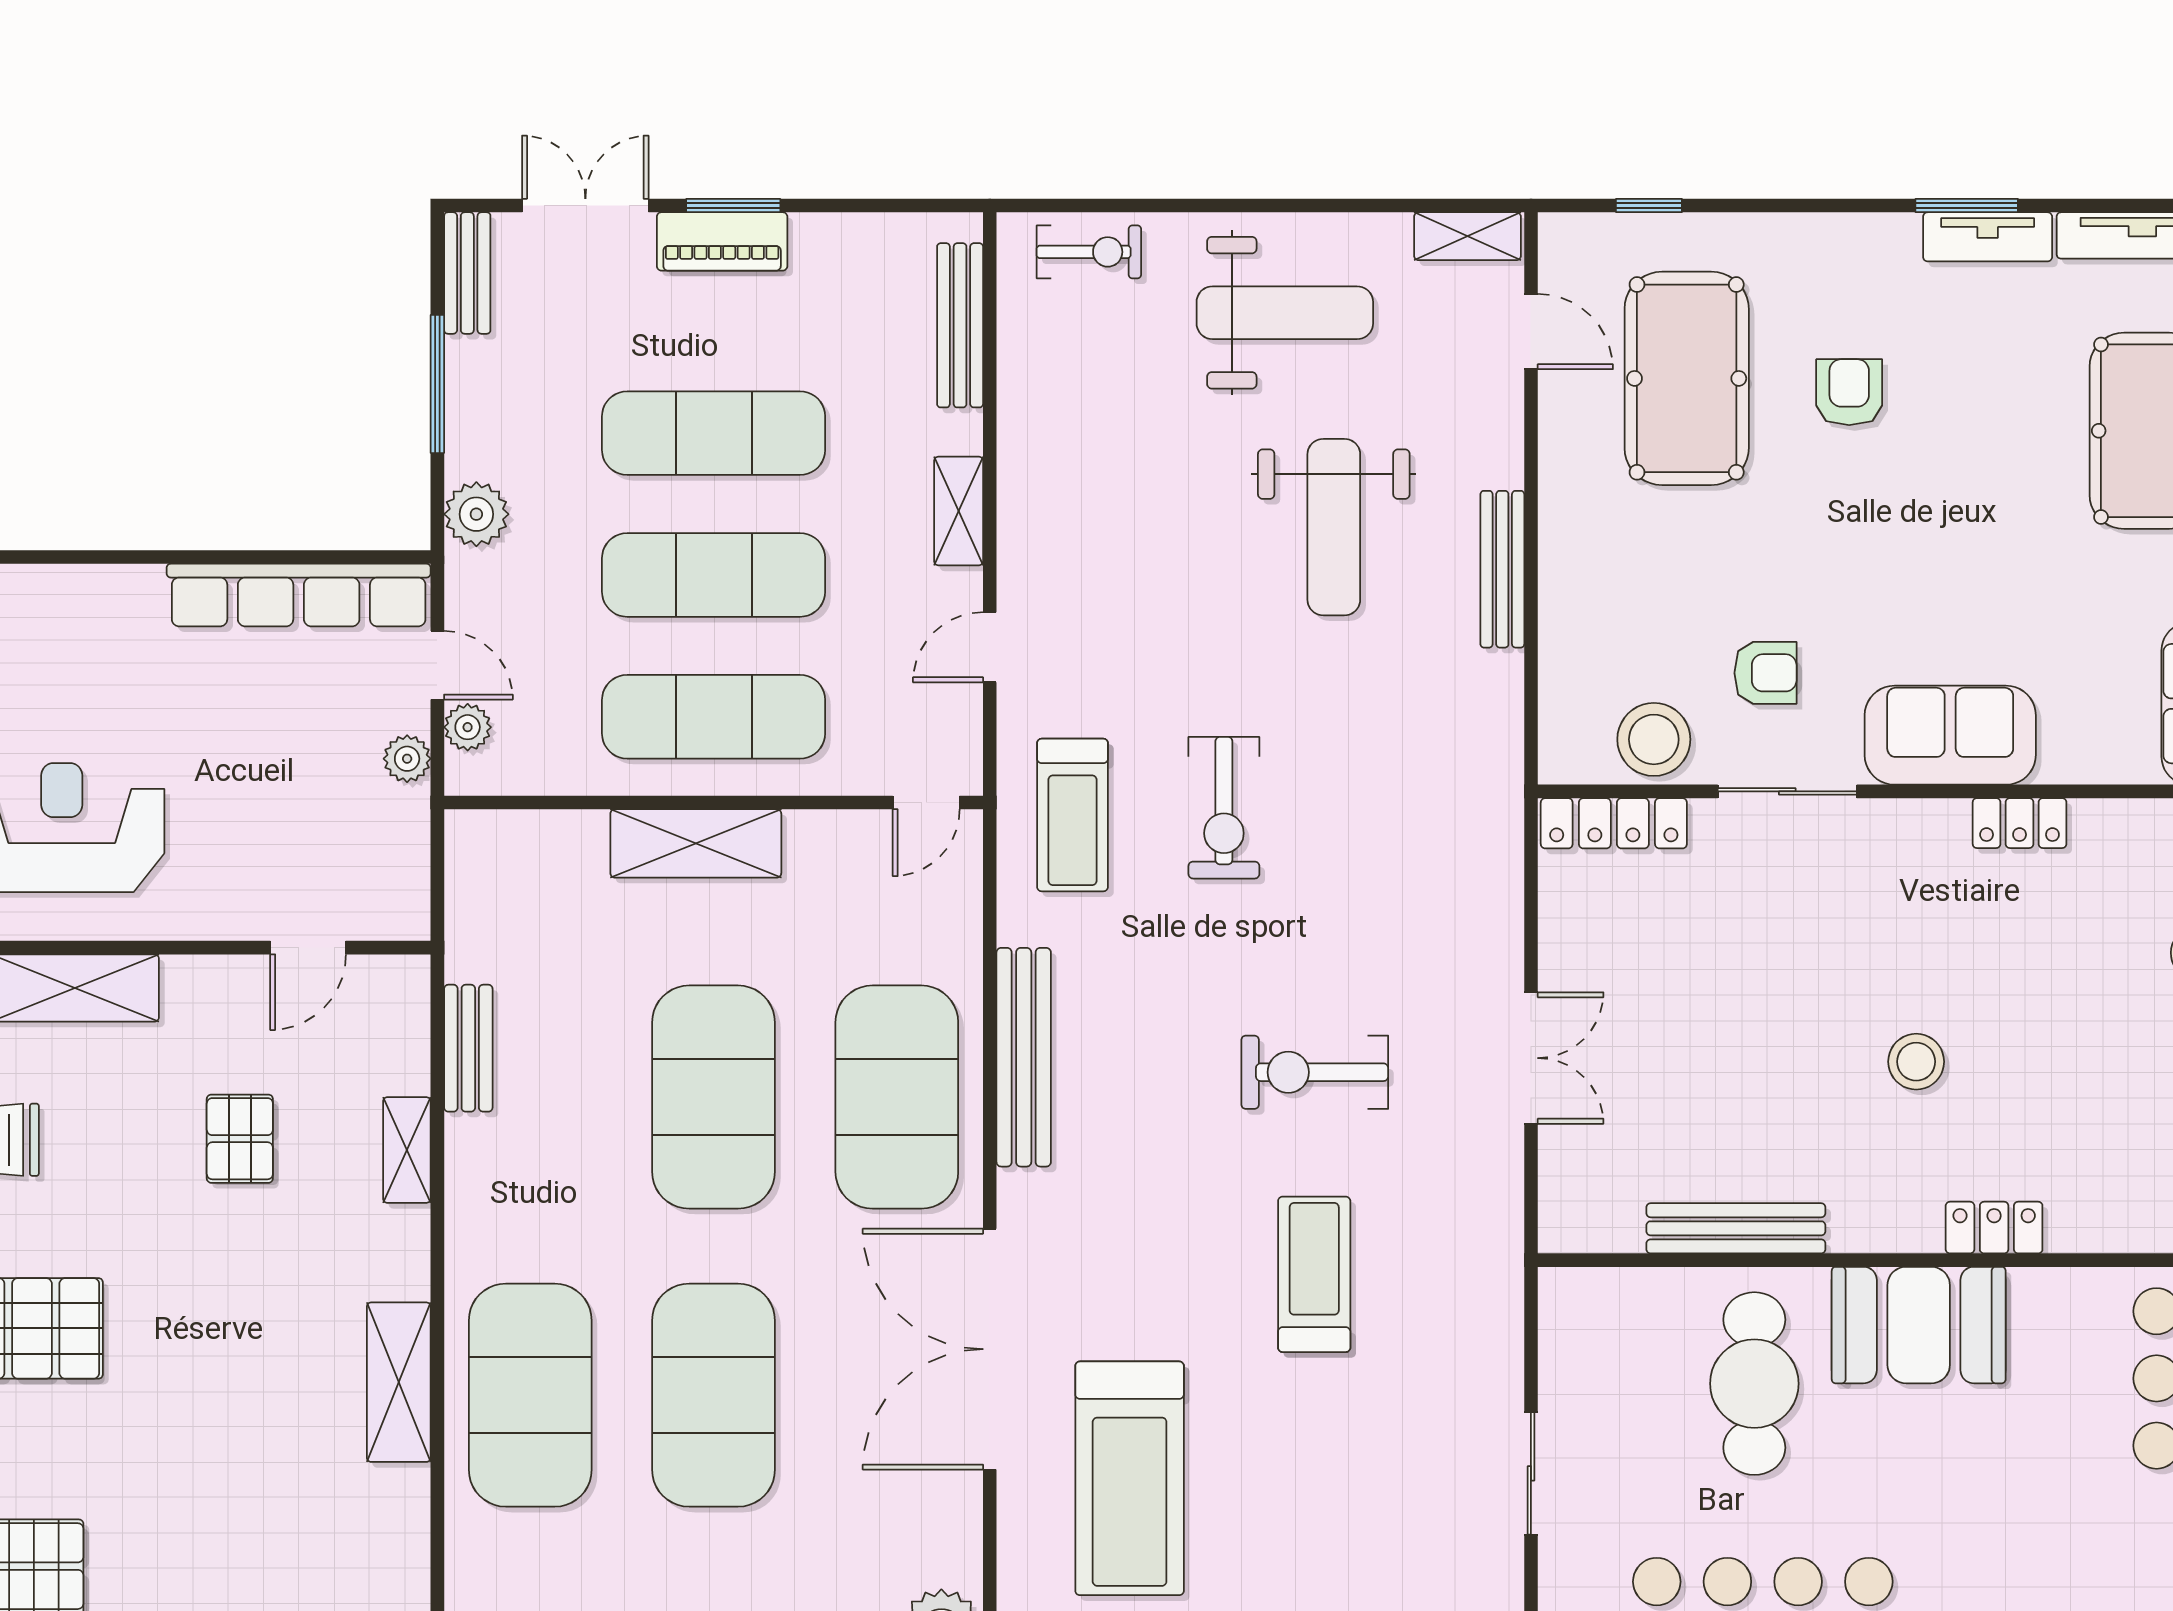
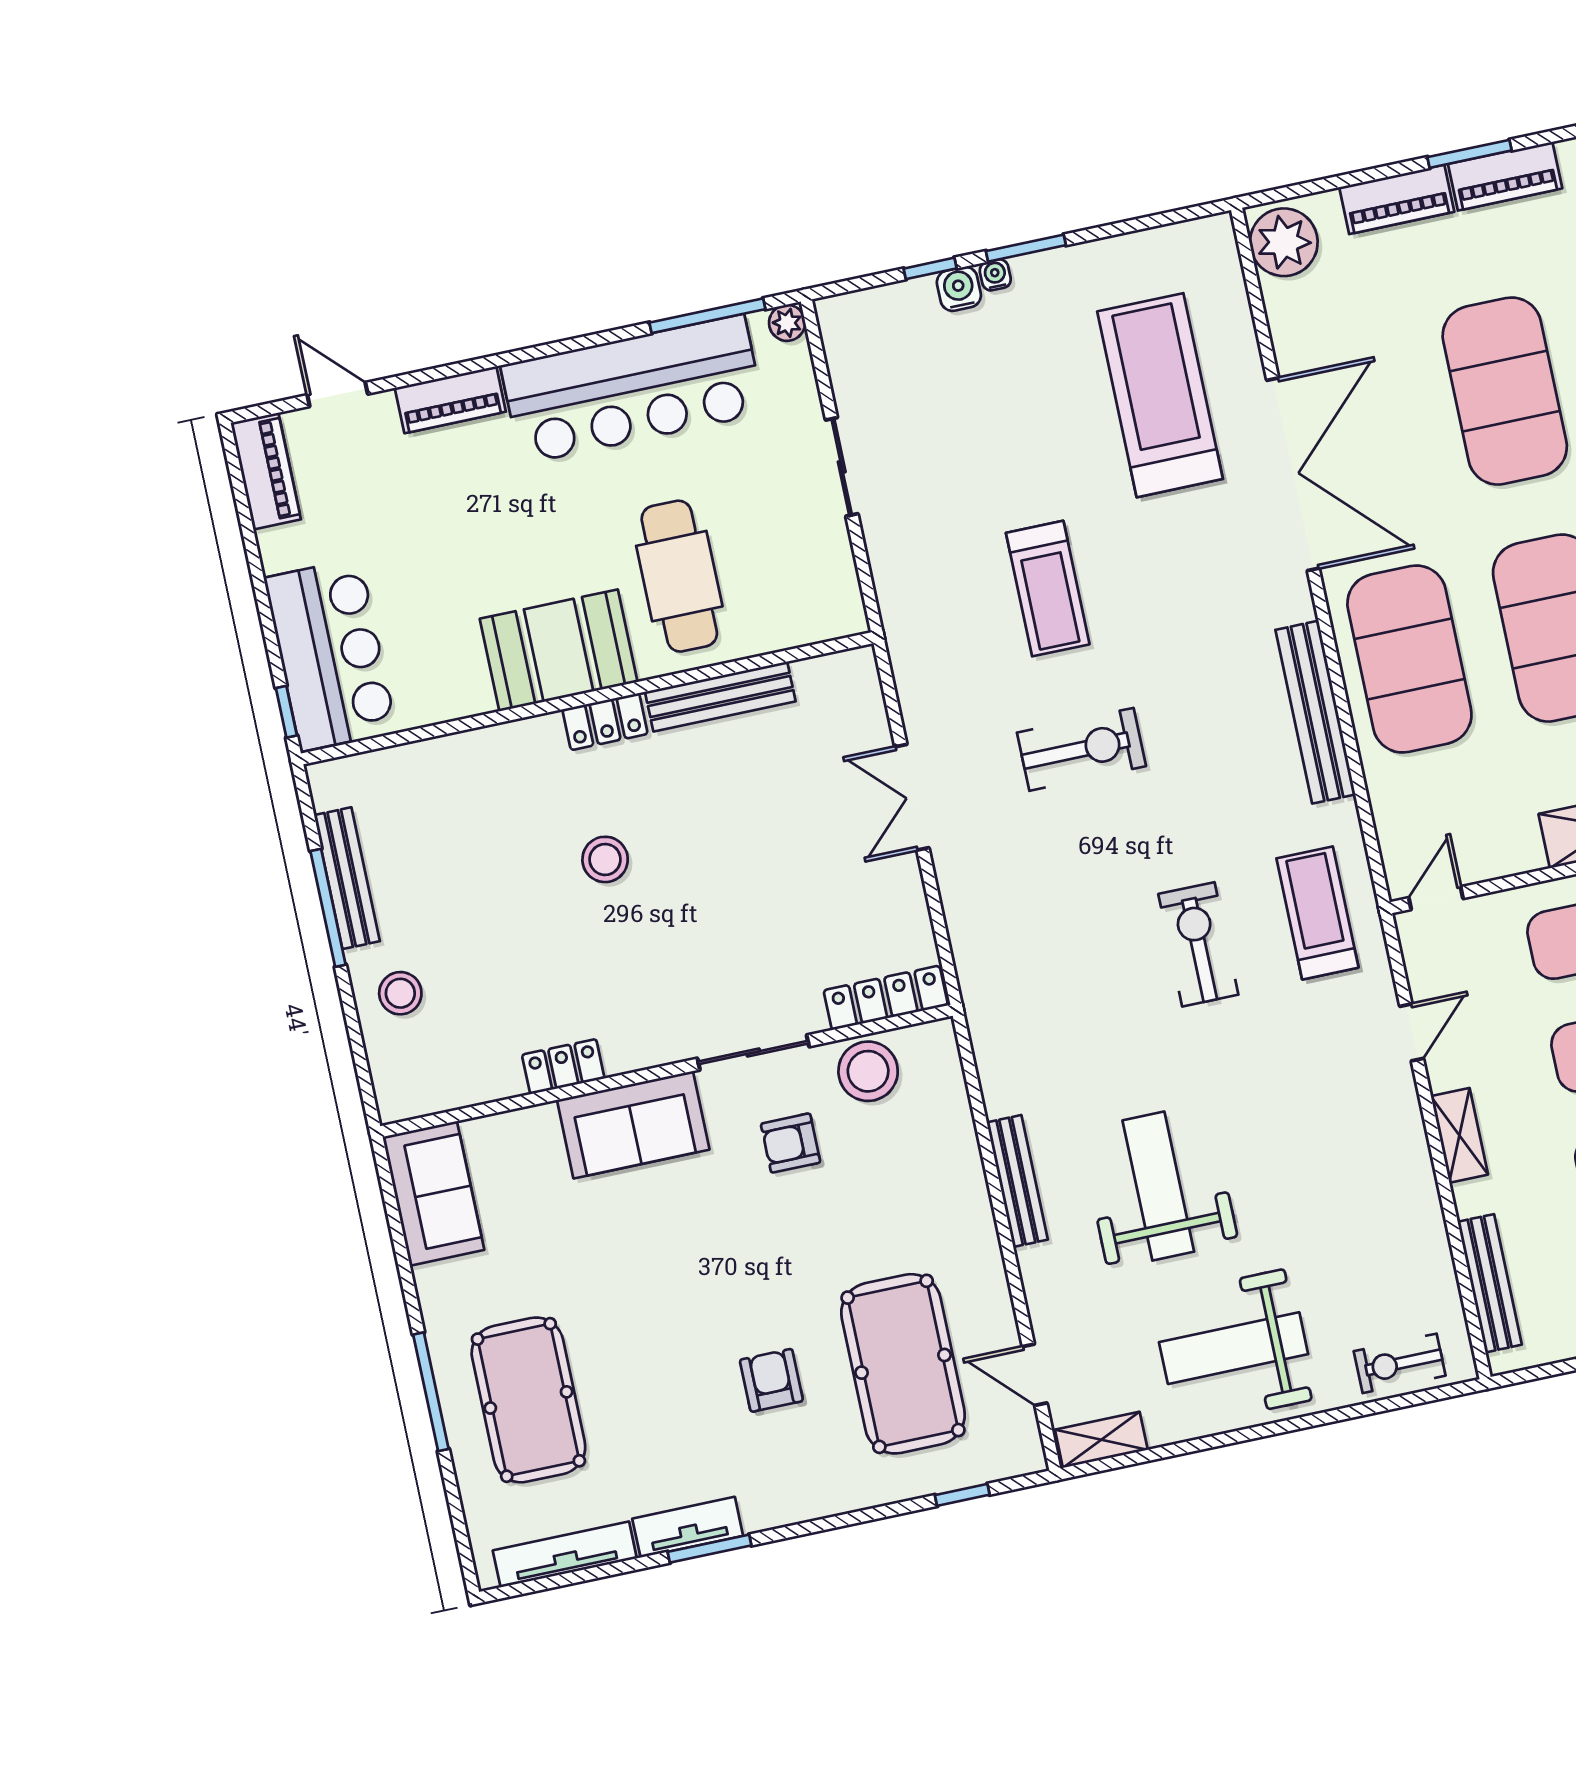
armchair: (1849, 392) -> (771, 1380), turned 180
locker: (1994, 1228) -> (605, 722), moved

